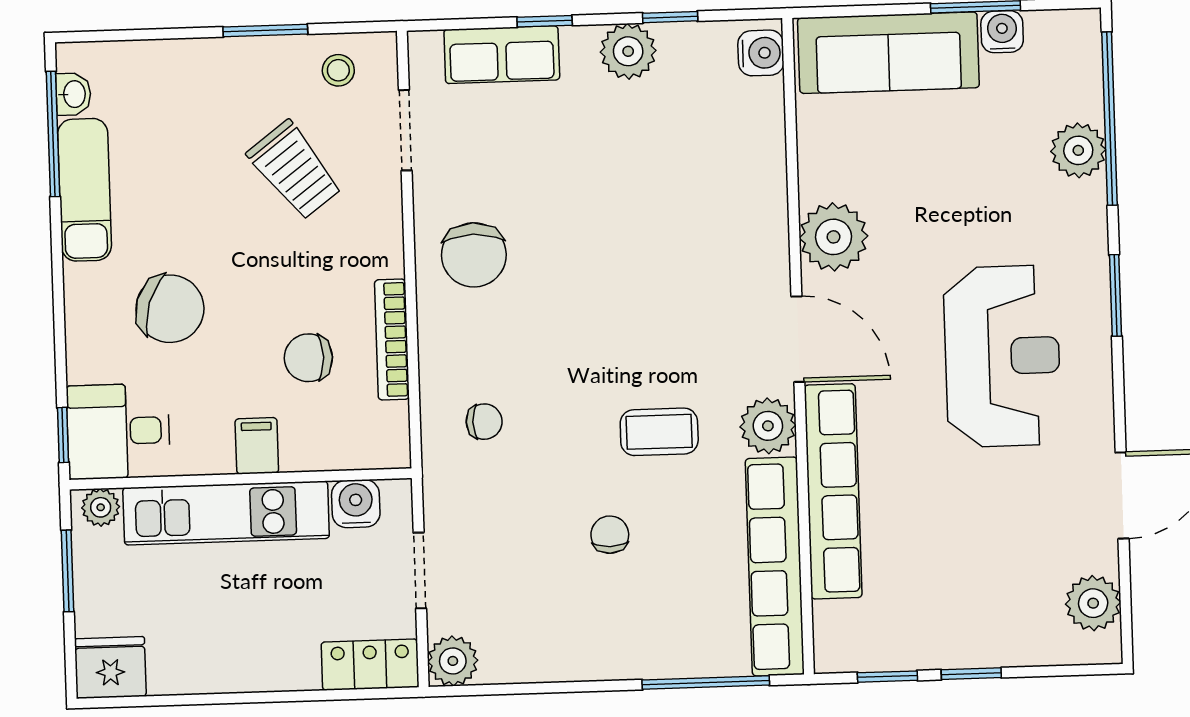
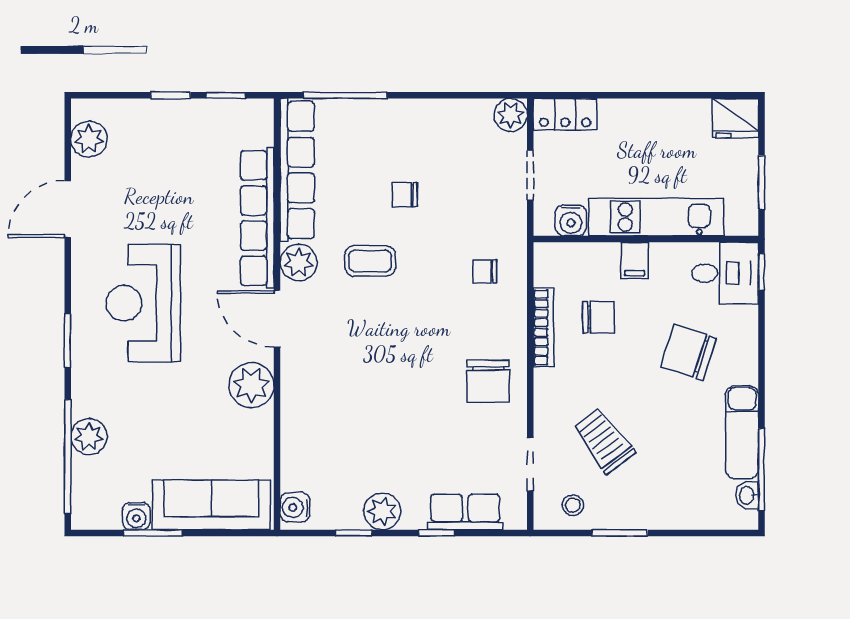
chair: (474, 255) -> (488, 381), turned 180
plant: (101, 507) -> (738, 224), removed
chair: (610, 535) -> (405, 194), turned 90

